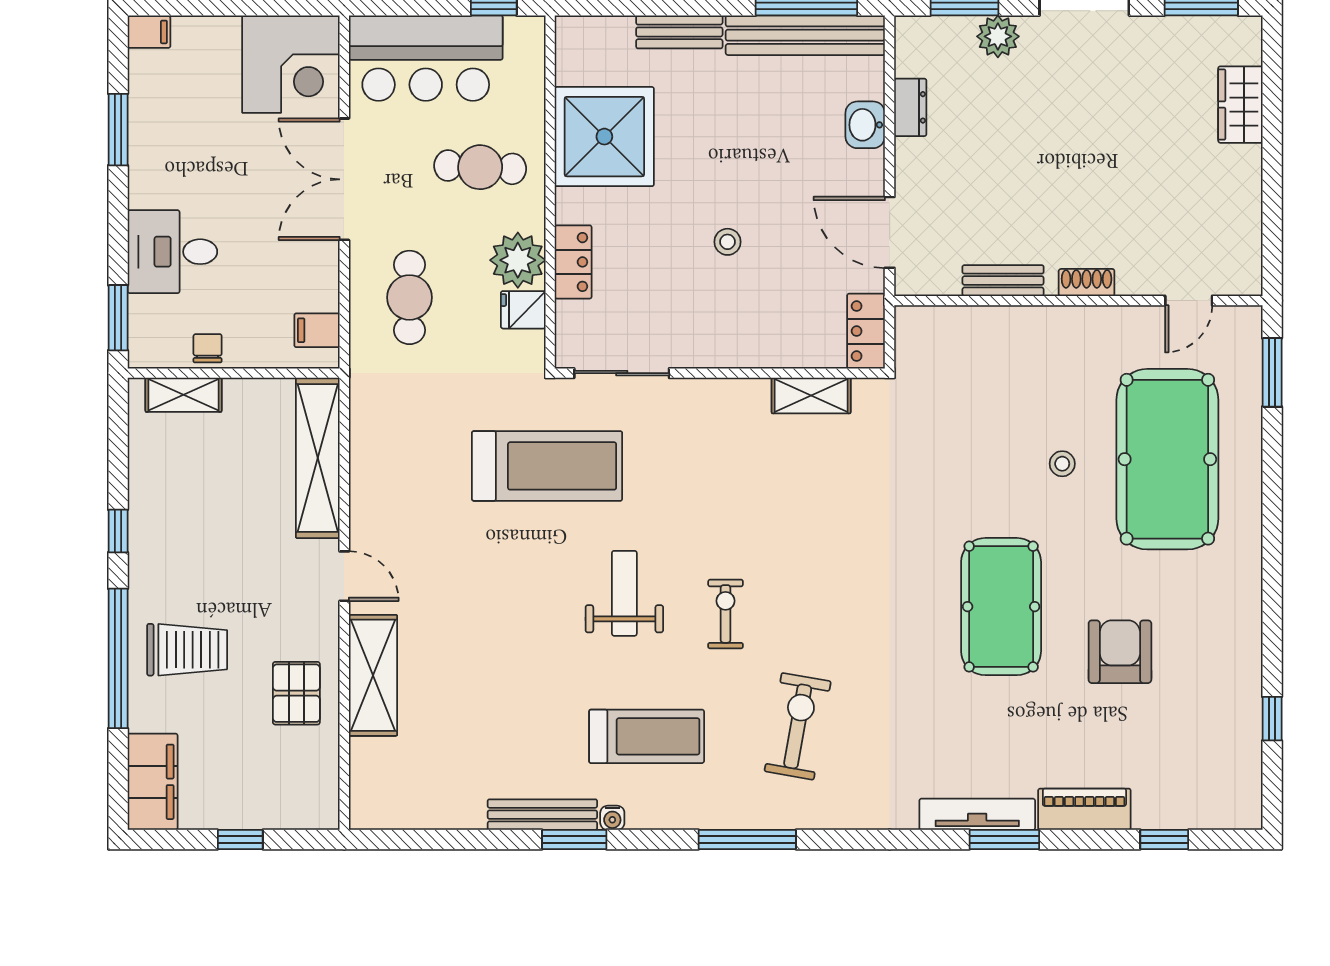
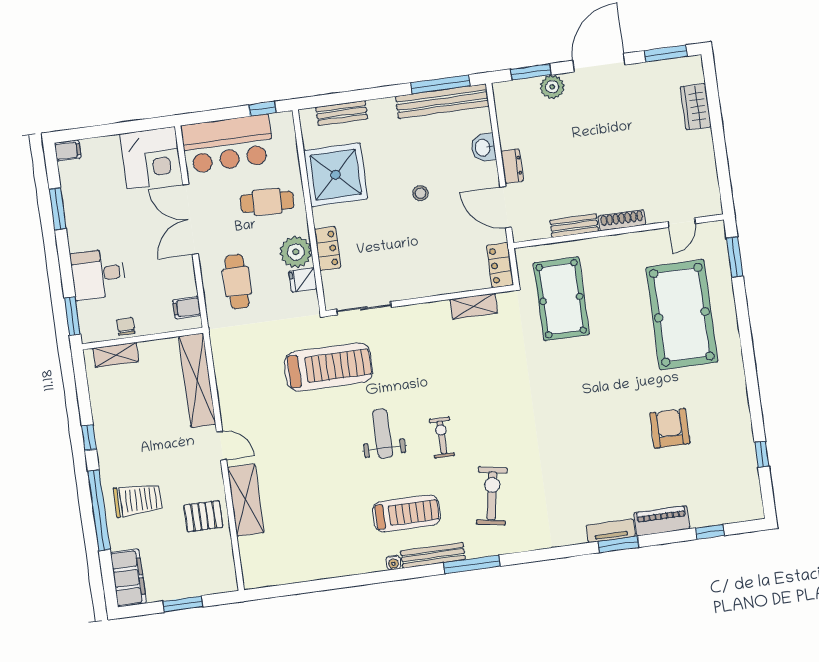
bench: (679, 32) -> (342, 113), moved
dresser: (910, 107) -> (512, 166), moved
stool: (728, 242) -> (420, 193), moved
shoe rack: (1087, 283) -> (622, 220), width x1.43
stool: (1062, 464) -> (622, 326), removed
pool table: (1001, 607) -> (561, 299), moved
pallet: (296, 693) -> (203, 516), turned 90
tv unit: (977, 814) -> (611, 531), width x0.71
bench: (542, 815) -> (433, 555), moved
window: (240, 839) -> (183, 604), width x1.50
window: (574, 839) -> (373, 578), removed

